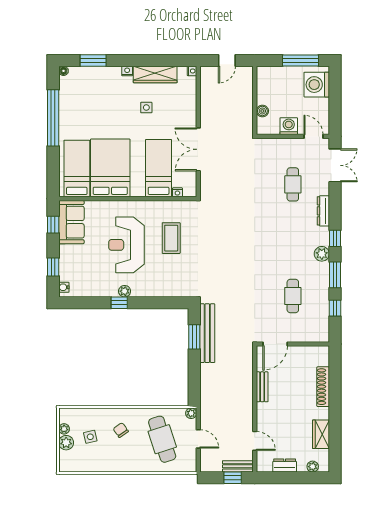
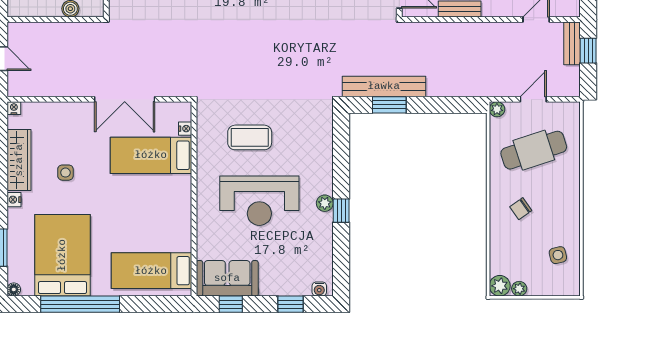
bed: (110, 168) -> (62, 255), moved, turned 90
side table: (90, 437) -> (558, 255), moved
plant: (66, 443) -> (500, 286), moved

